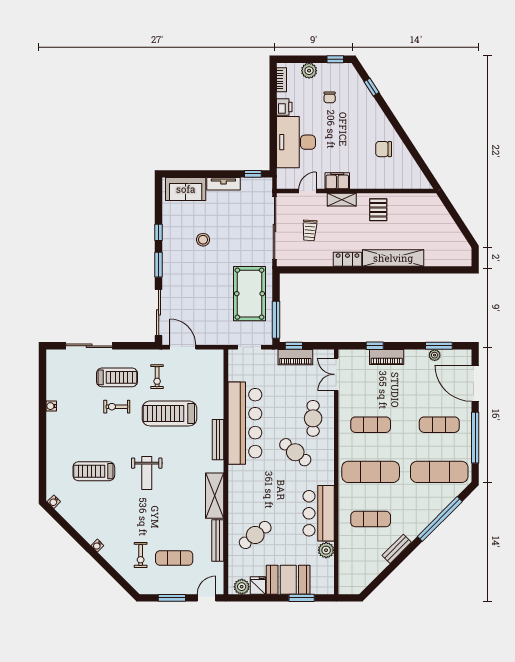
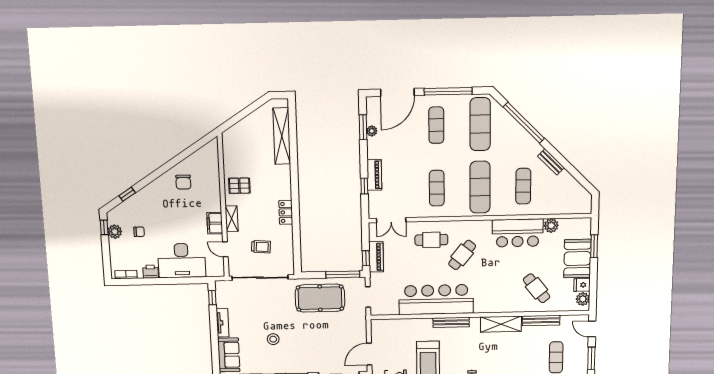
plant: (309, 71) -> (115, 232), moved
shelving: (393, 258) -> (282, 136), moved

